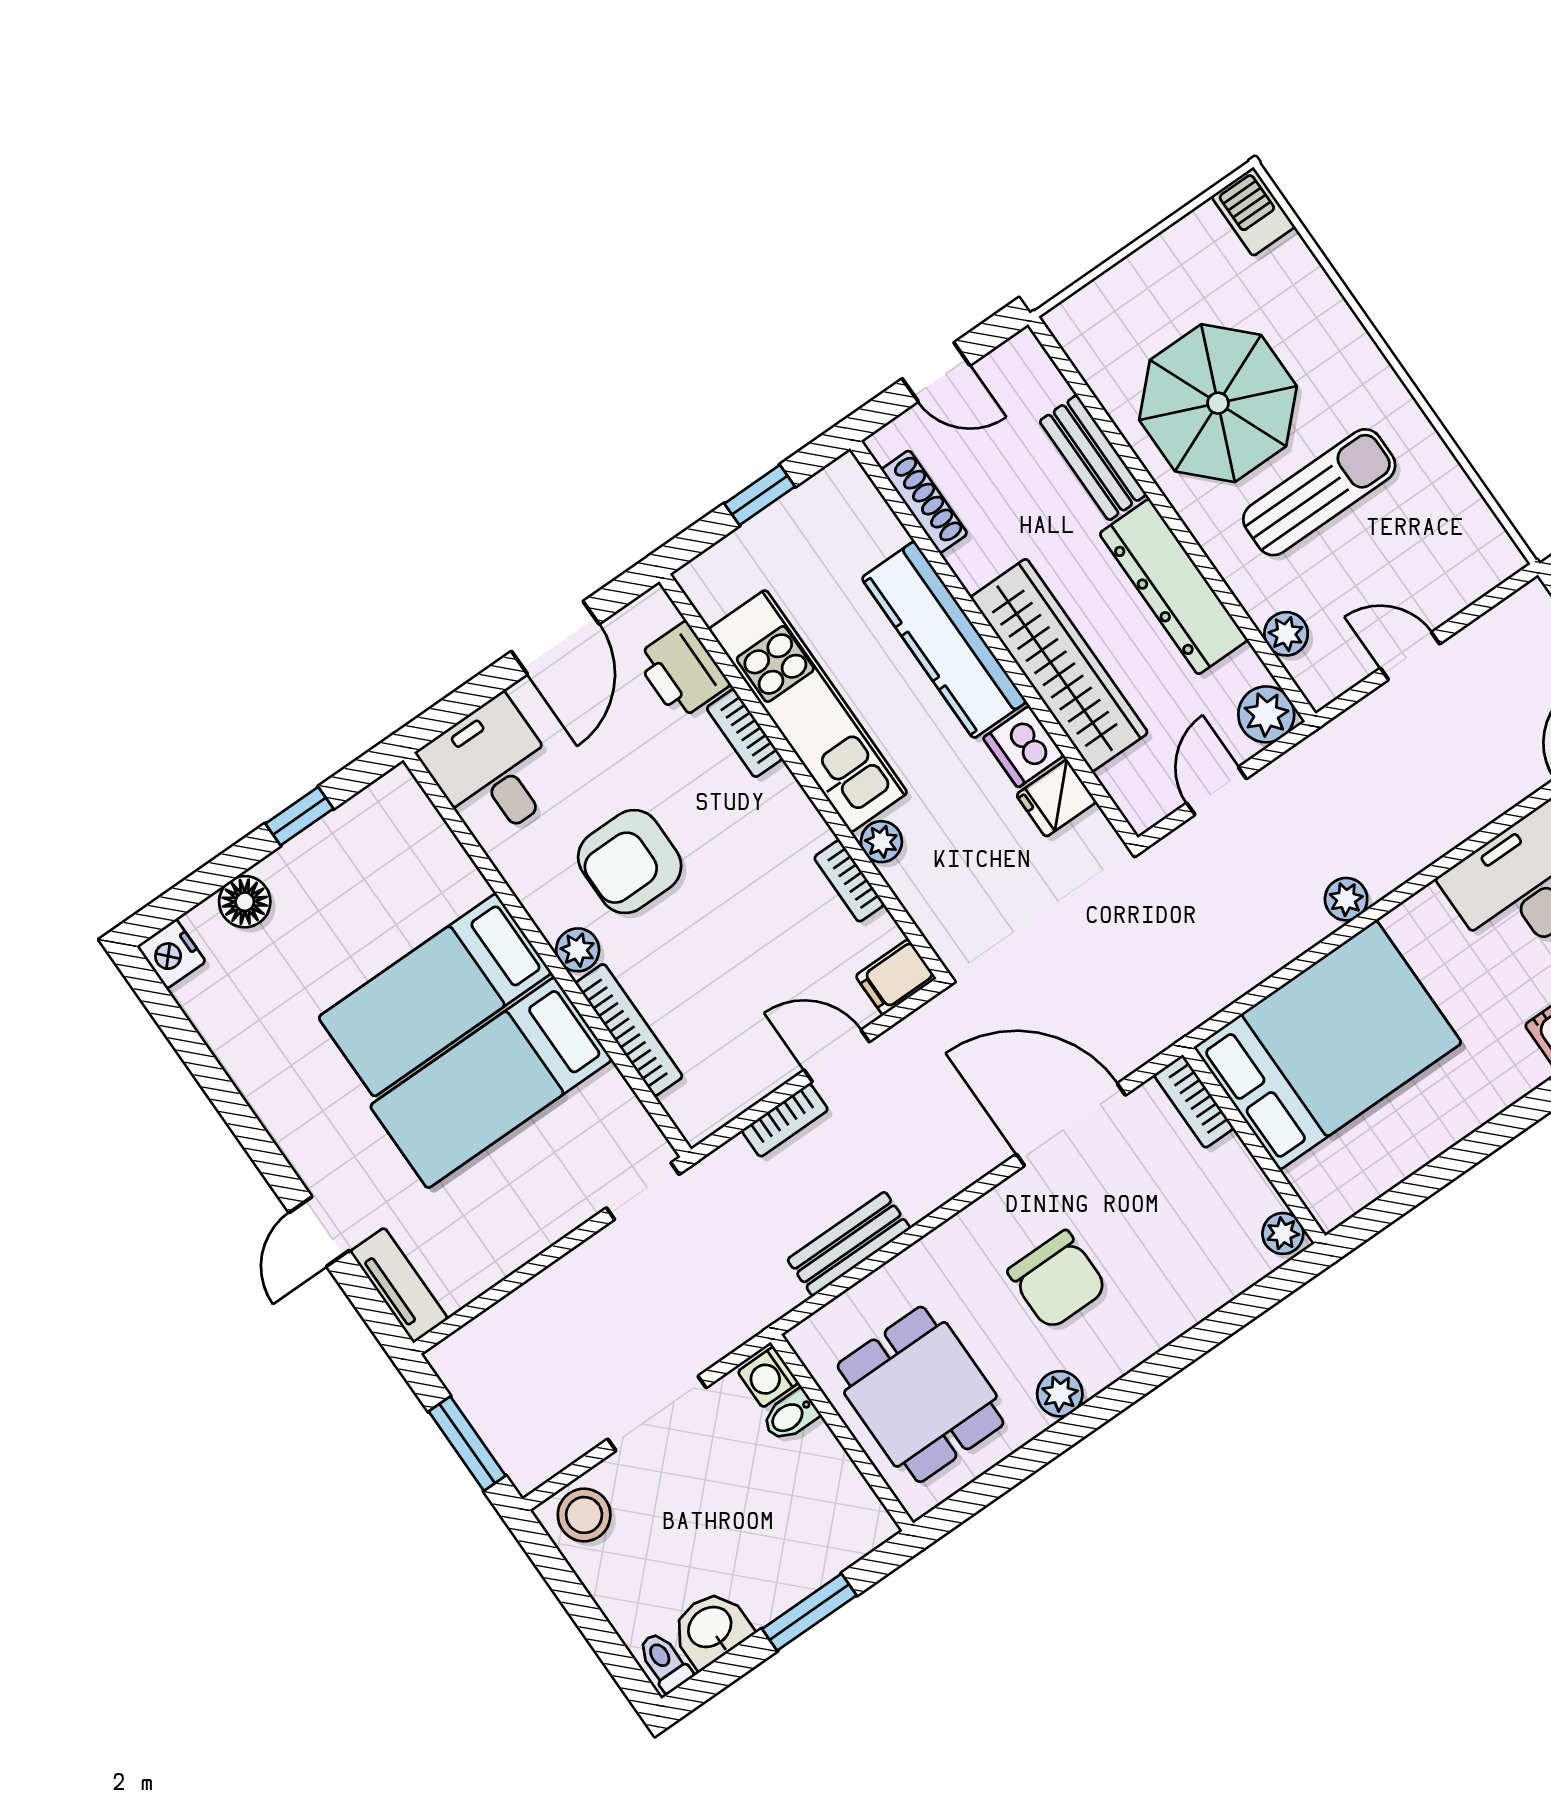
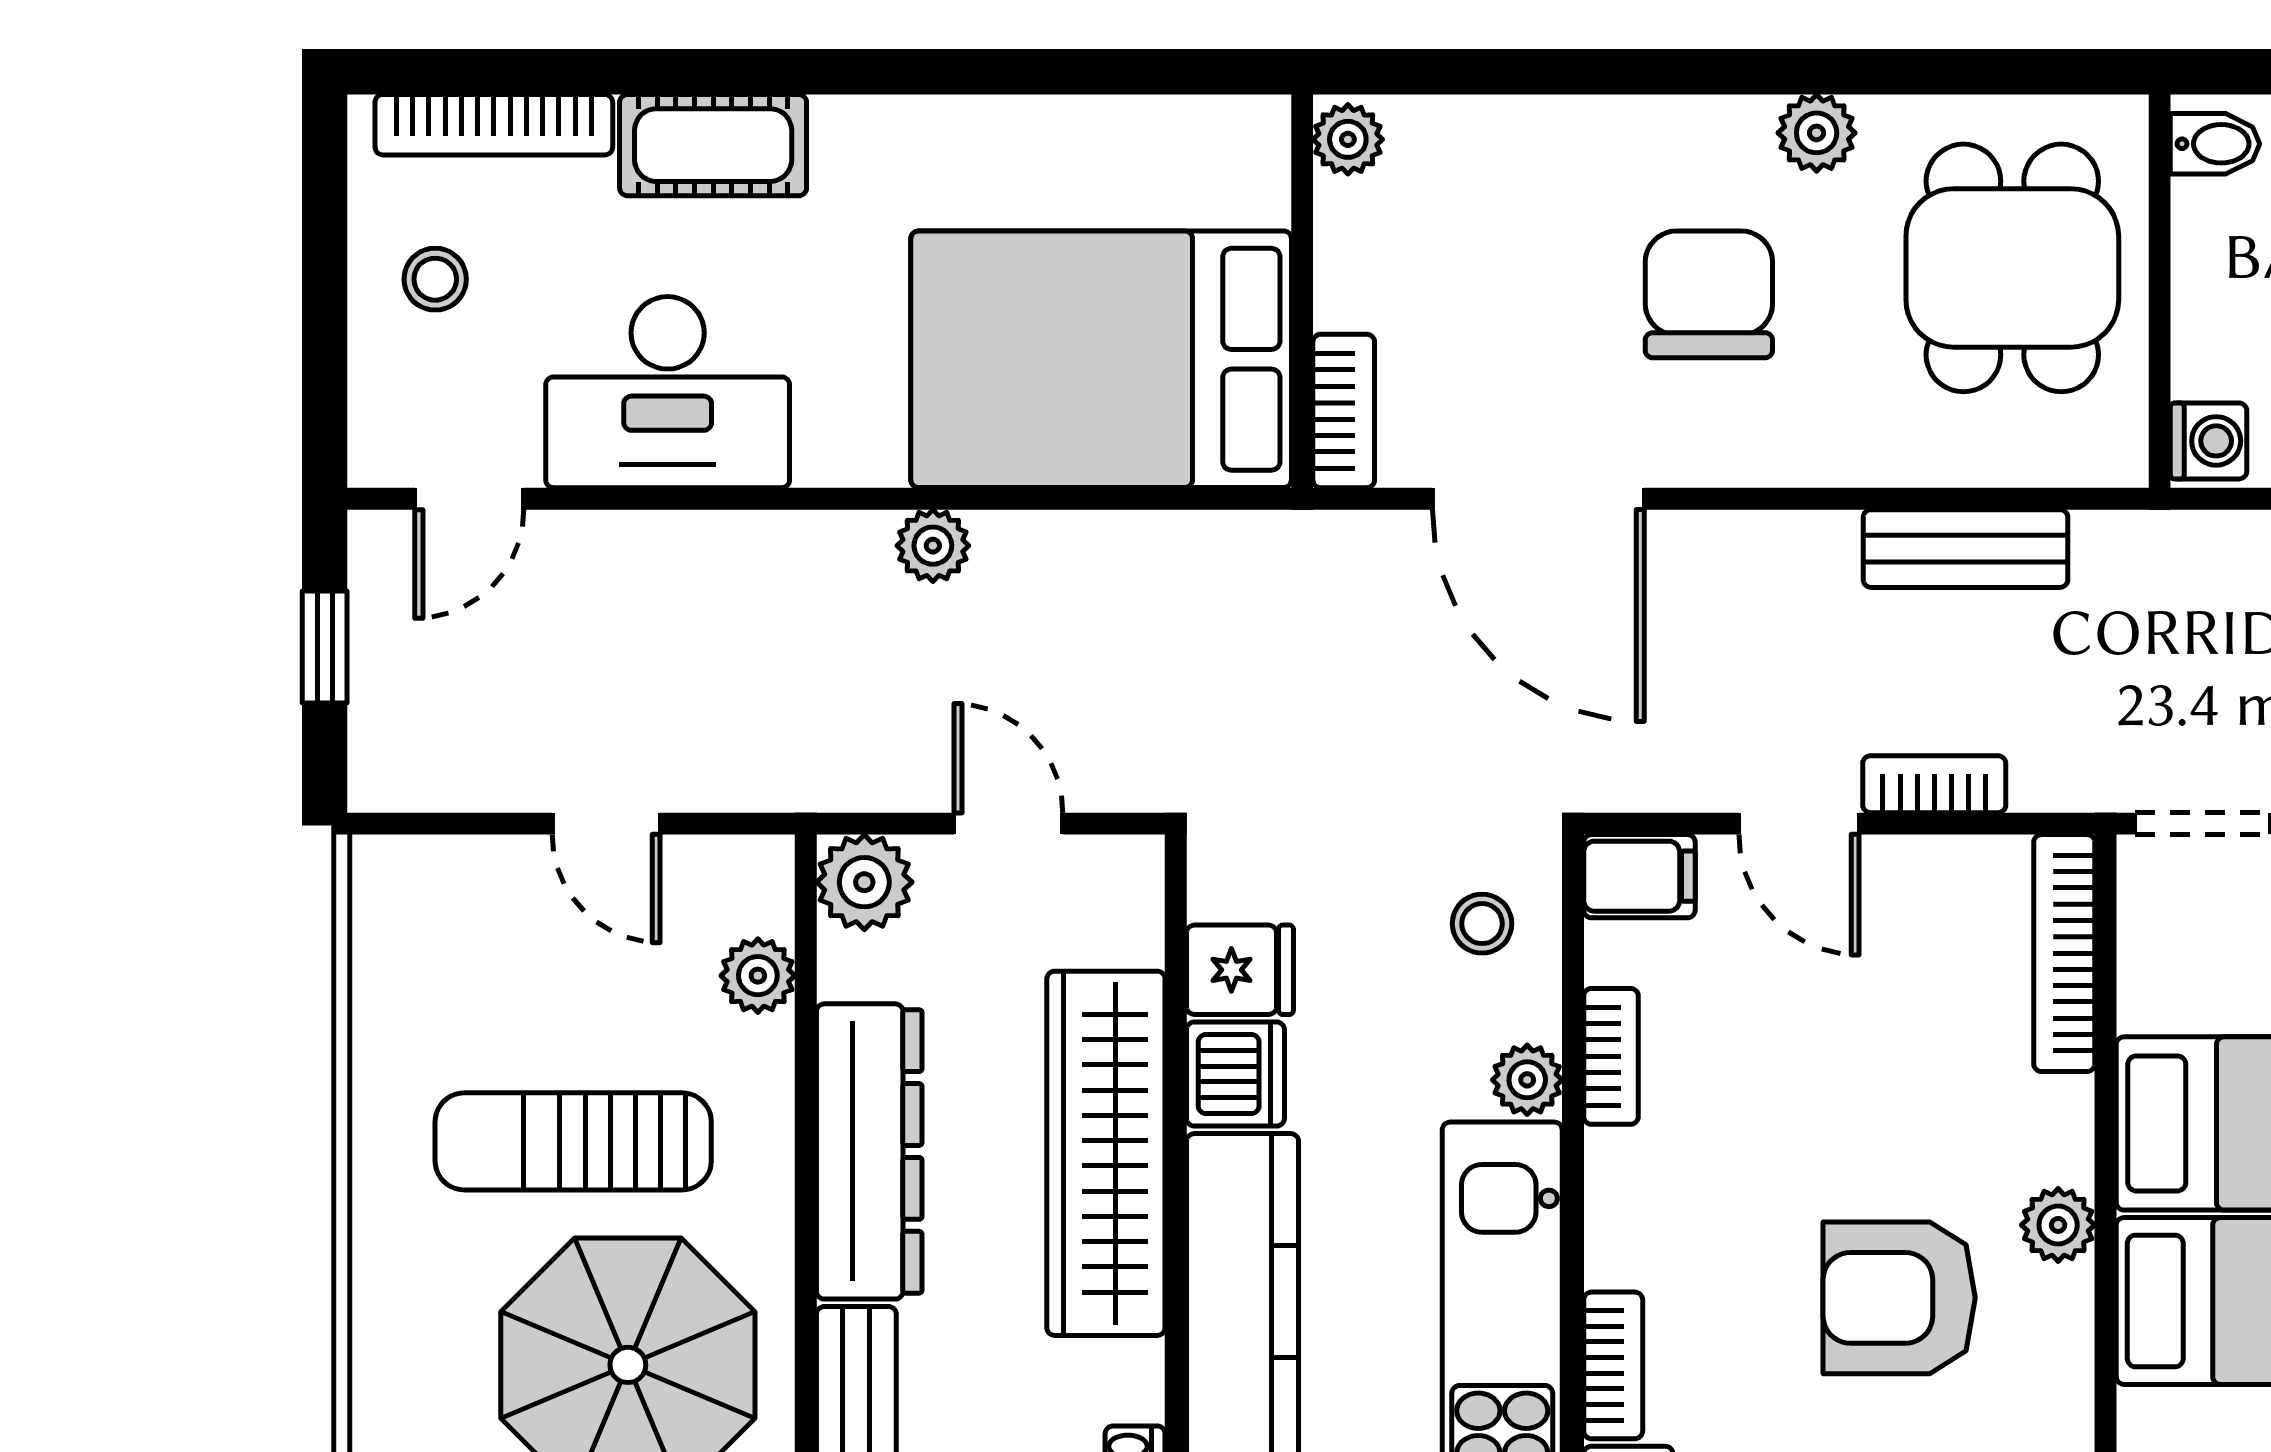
door: (1217, 791) -> (1008, 824), swing flipped
armchair: (630, 862) -> (1899, 1298), turned 180
stool: (955, 902) -> (1482, 924), added
bookcase: (629, 1030) -> (2064, 953), moved
bidet: (790, 1416) -> (2215, 144), moved

